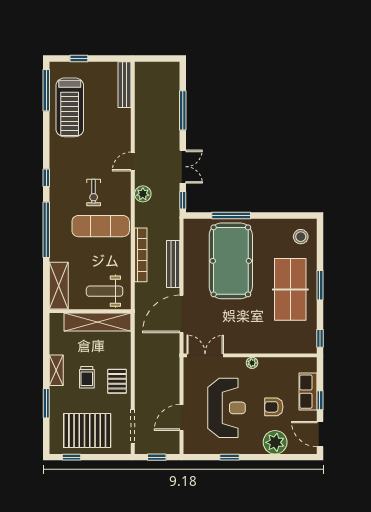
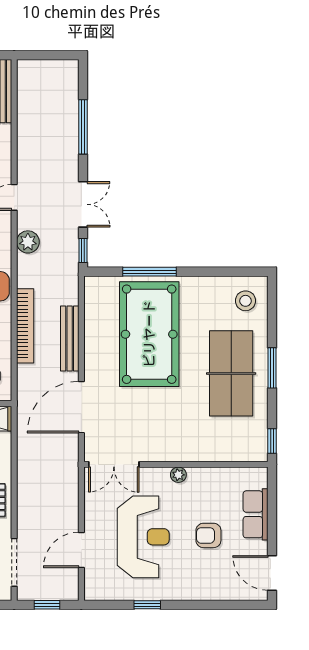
double door: (205, 355) -> (114, 464), swing flipped
window: (320, 400) -> (272, 526), removed
plant: (275, 442) -> (210, 584), removed

